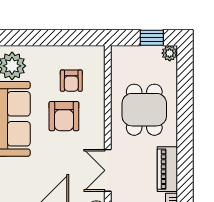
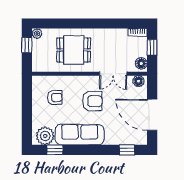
armchair: (64, 116) -> (92, 101), moved
piano: (167, 169) -> (112, 35), removed

